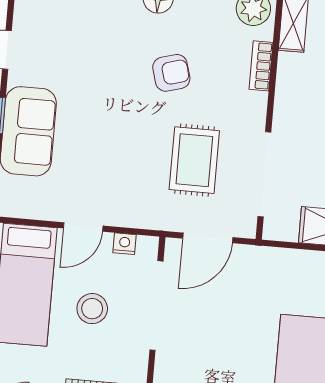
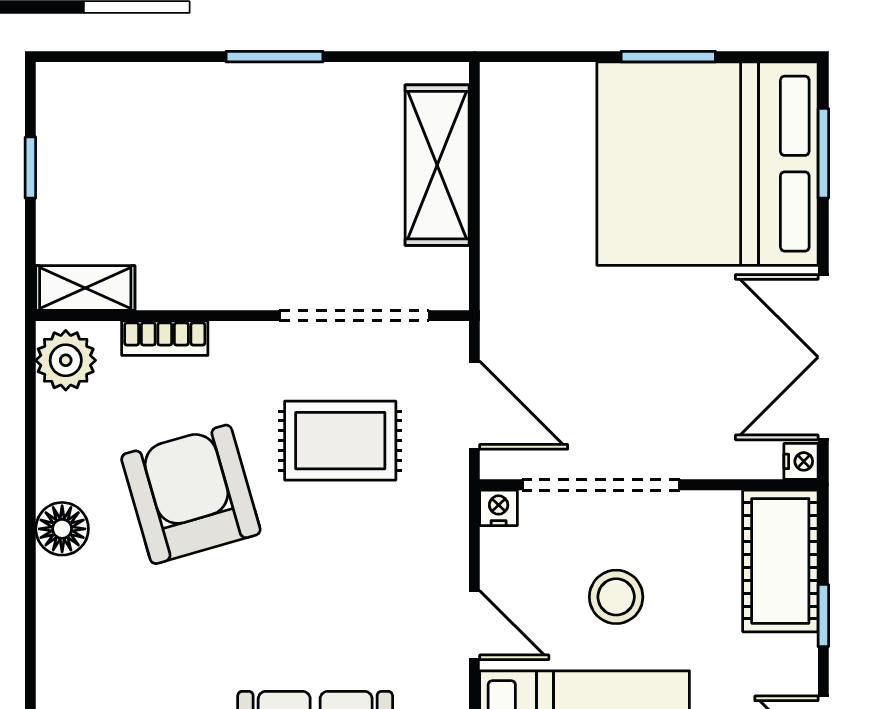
armchair: (171, 73) -> (191, 494), width x1.88, depth x1.88
nightstand: (125, 244) -> (499, 508), moved, turned 90

